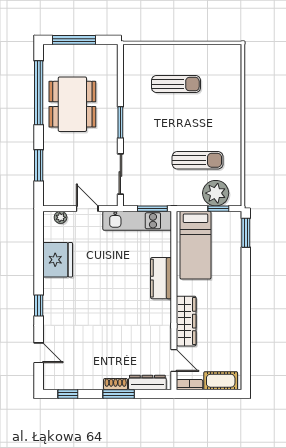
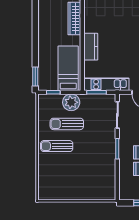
sun lounger: (176, 84) -> (57, 146), moved
plant: (216, 193) -> (71, 102), moved

